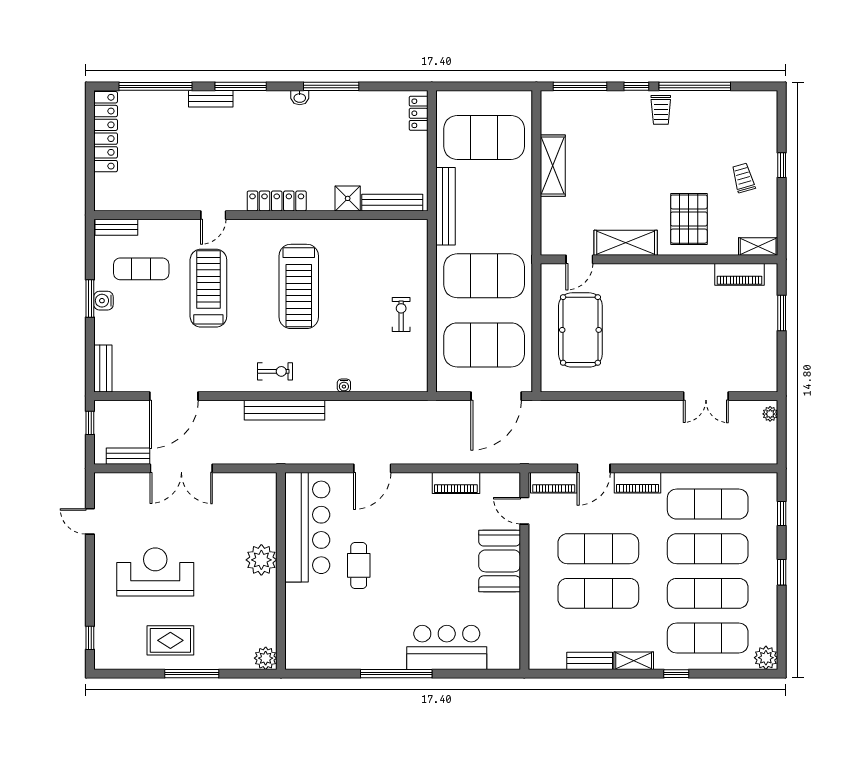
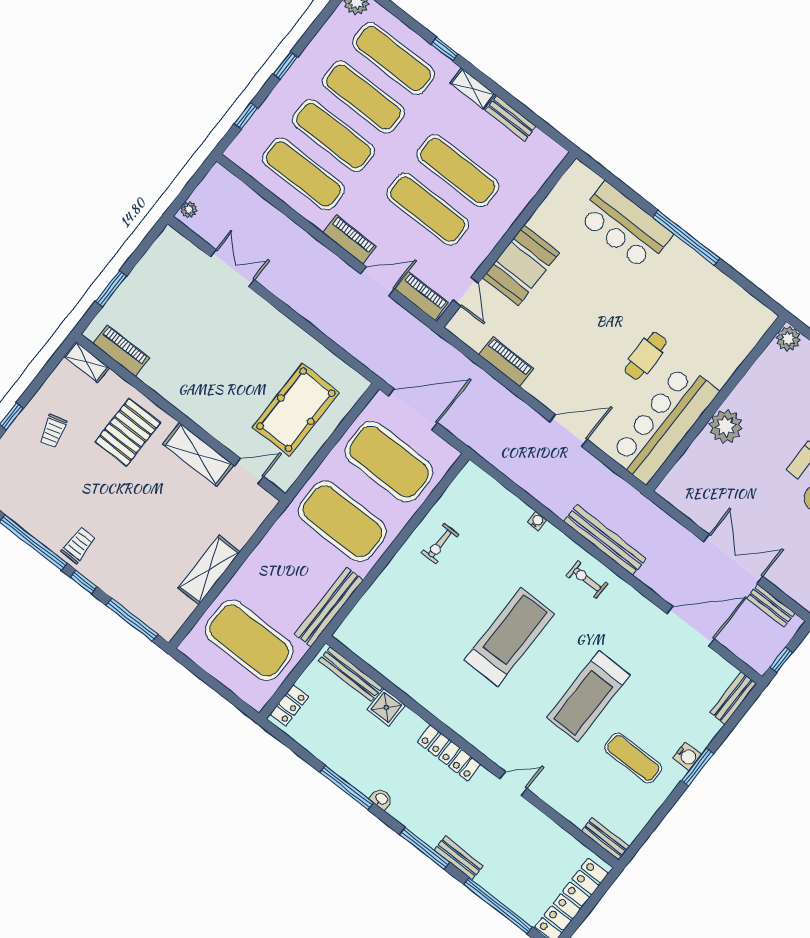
shower: (348, 198) -> (386, 707), moved
locker: (277, 201) -> (449, 753), moved
bench: (392, 203) -> (351, 674), moved
door: (213, 215) -> (513, 784), moved
wall: (261, 215) -> (472, 752), moved
bench: (116, 227) -> (605, 838), moved

